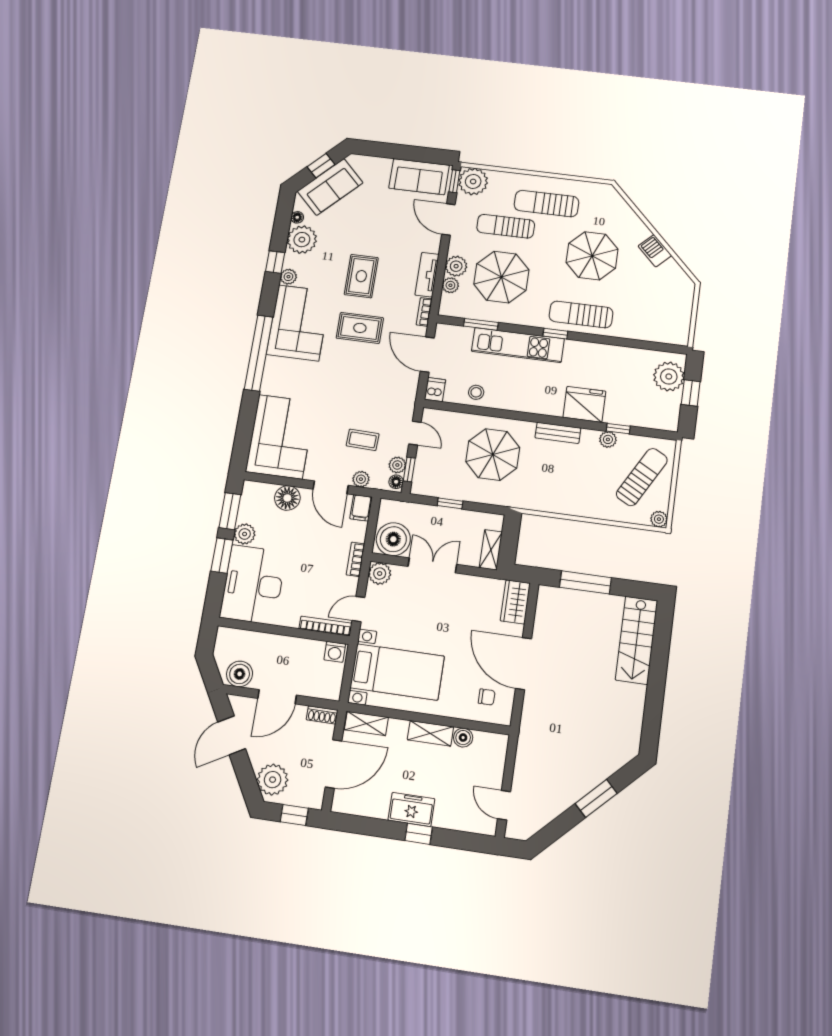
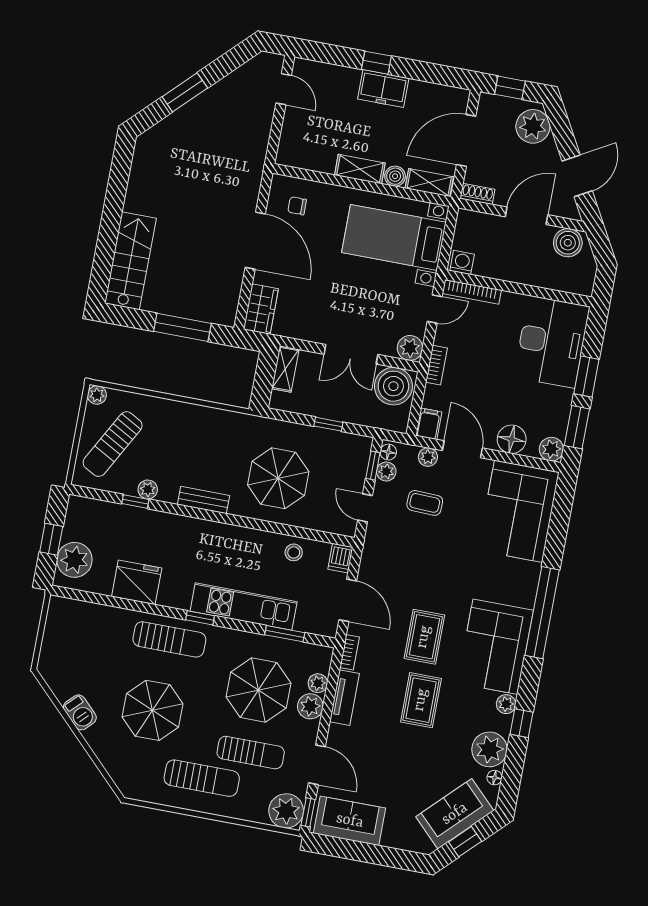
rug: (360, 328) -> (424, 637), turned 90
fridge: (584, 404) -> (137, 582), moved, turned 180
plant: (245, 534) -> (551, 449), moved
boiler: (463, 738) -> (395, 176), moved

